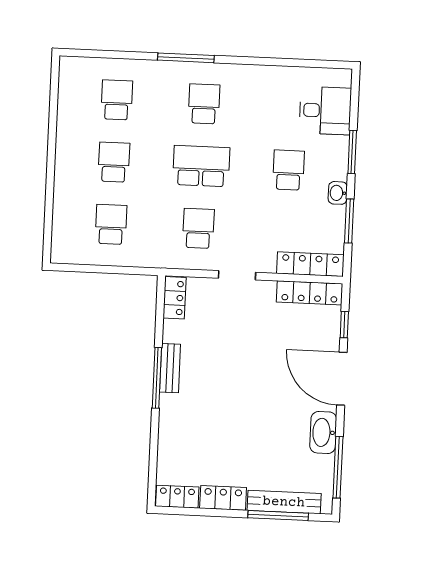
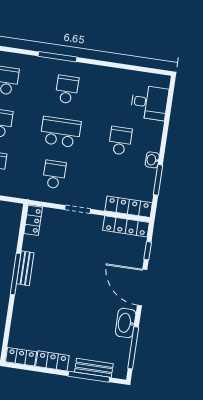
window: (352, 152) -> (165, 133), removed
bench: (284, 502) -> (94, 368), width x0.73

